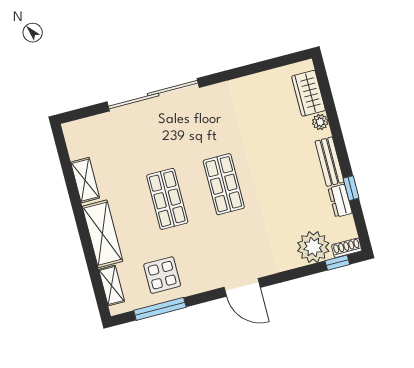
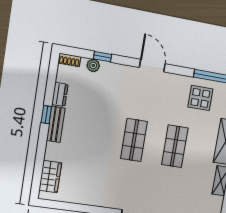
plant: (320, 122) -> (51, 154), removed
window: (351, 188) -> (46, 115), moved
plant: (313, 247) -> (93, 65), width x0.53, depth x0.53
window: (337, 263) -> (103, 57), moved

